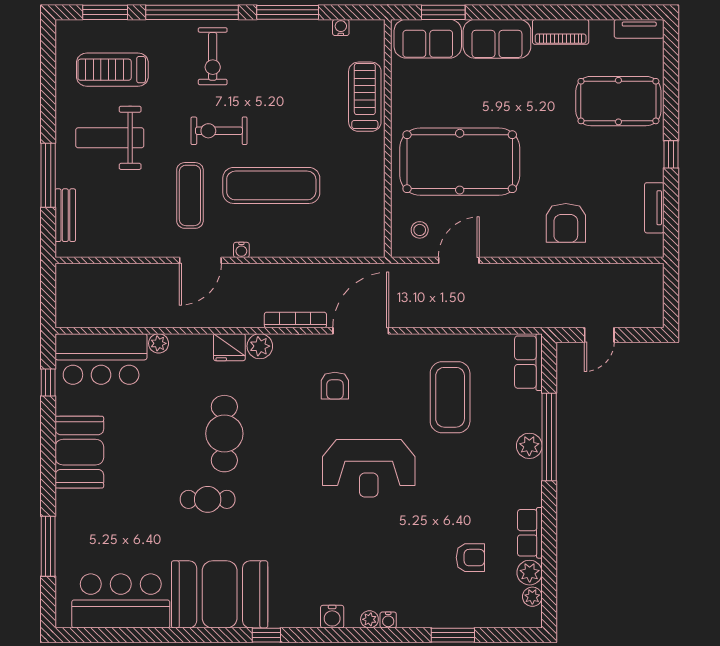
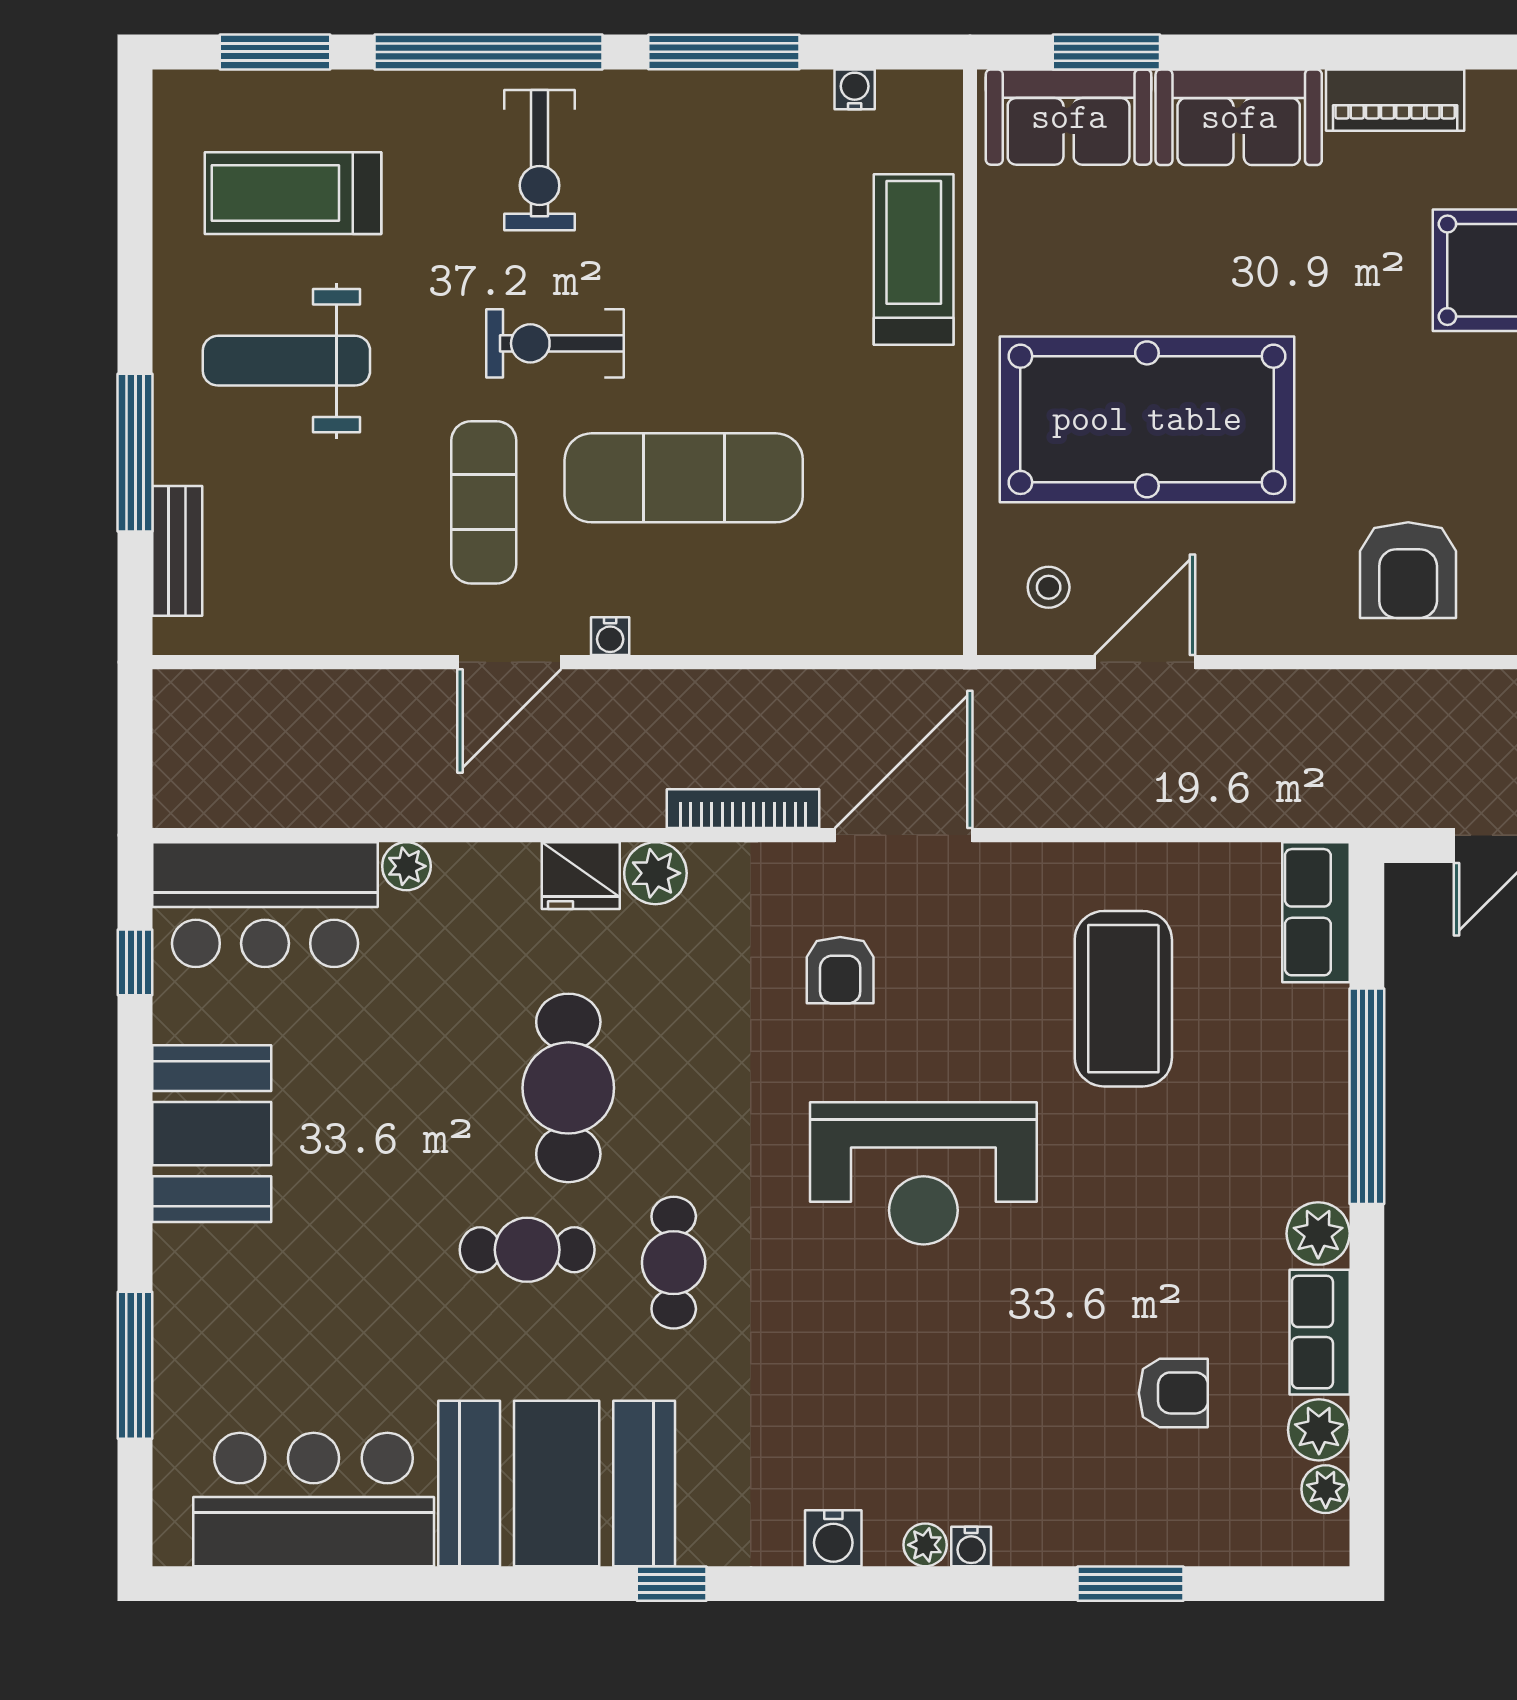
plant: (529, 446) -> (1318, 1234), moved
cafe table: (267, 505) -> (674, 1263), added

